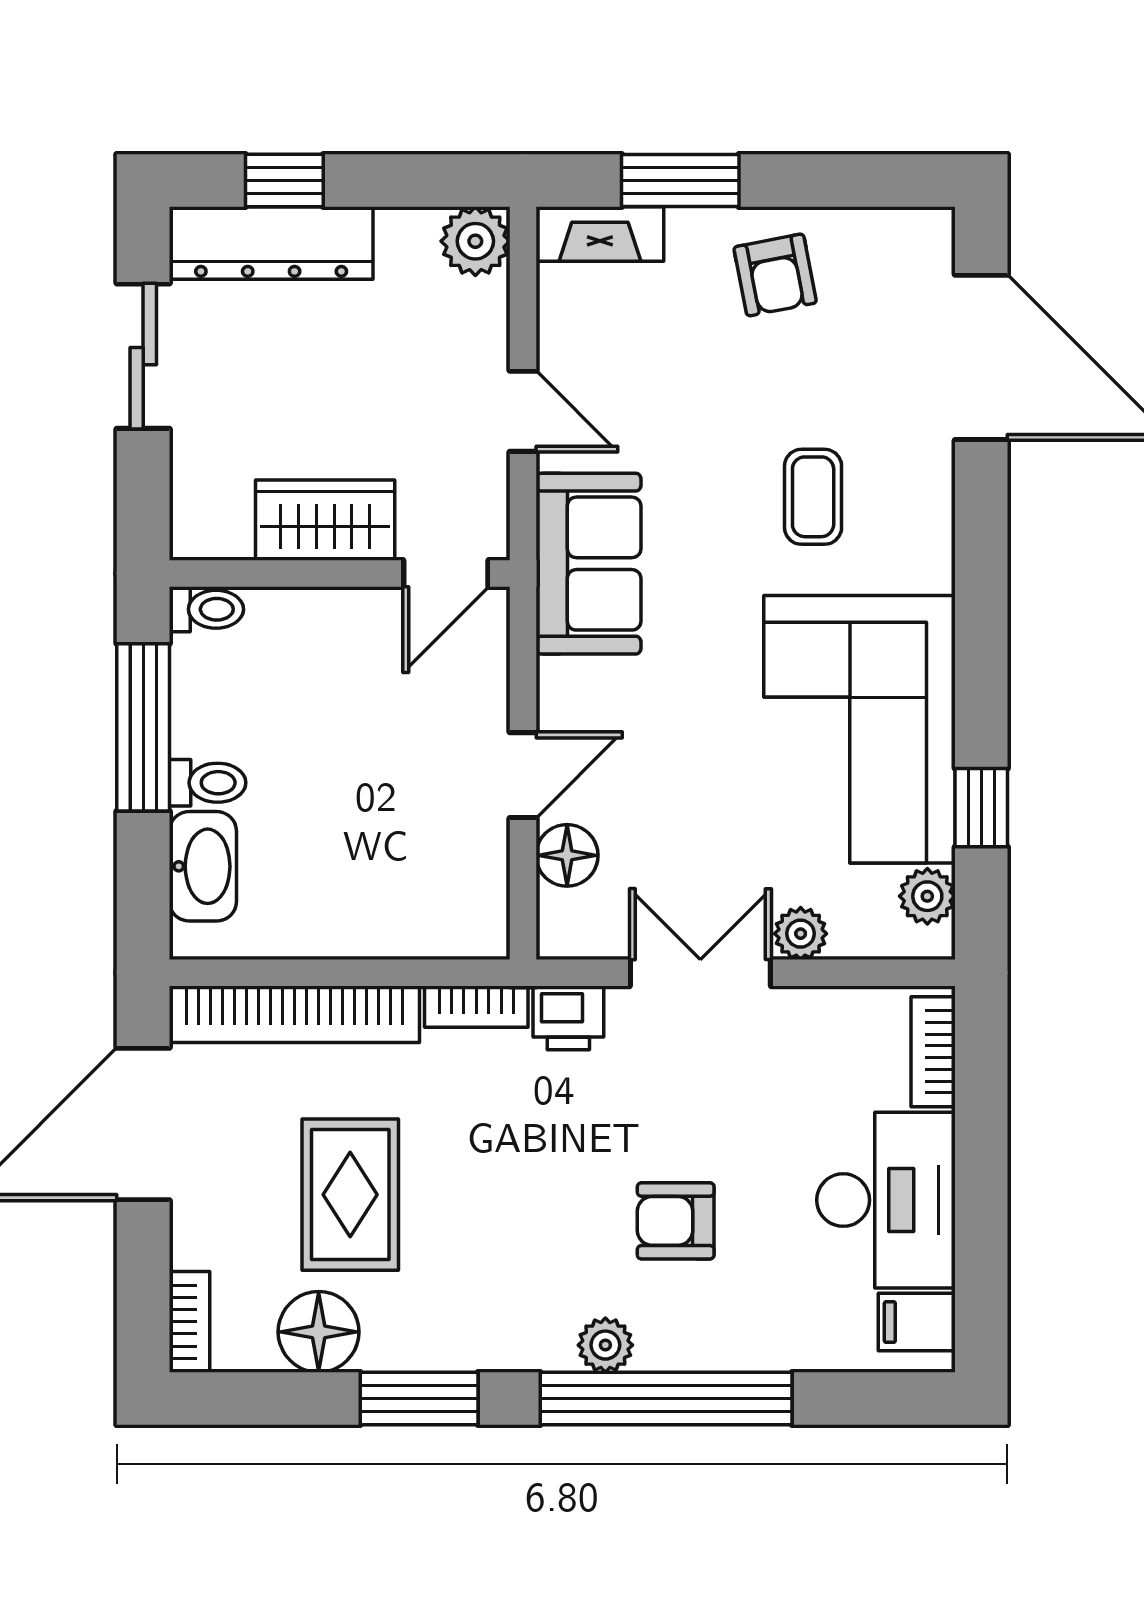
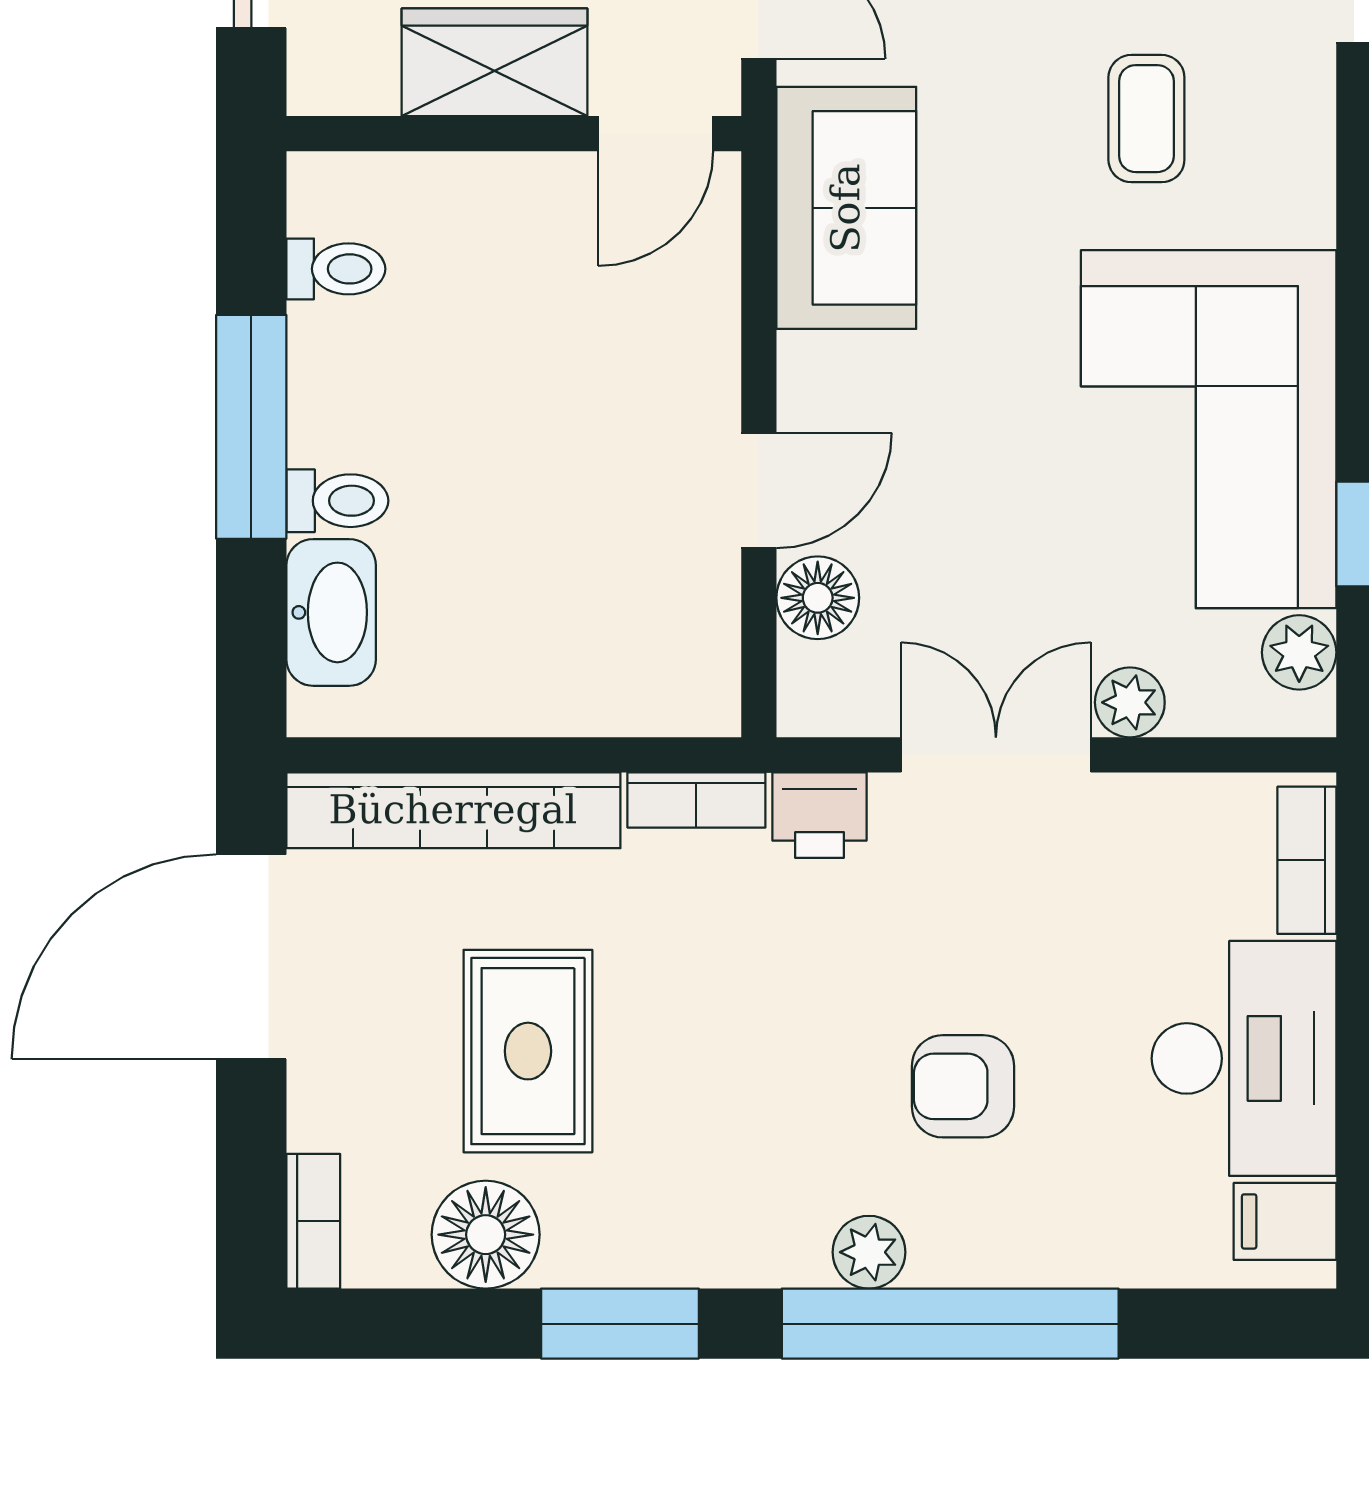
wardrobe: (325, 520) -> (494, 62), moved
wall: (340, 573) -> (514, 134), moved
door: (446, 573) -> (656, 134), moved

